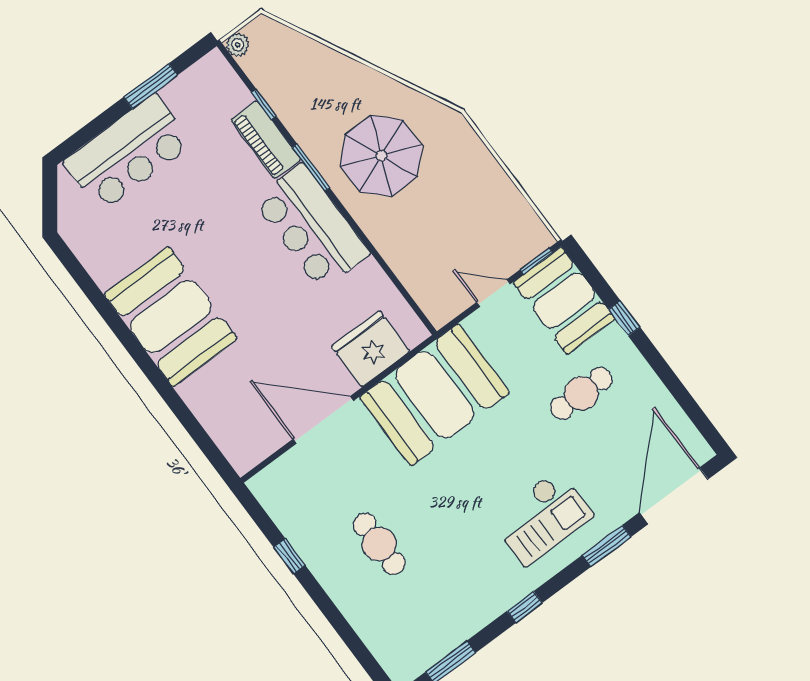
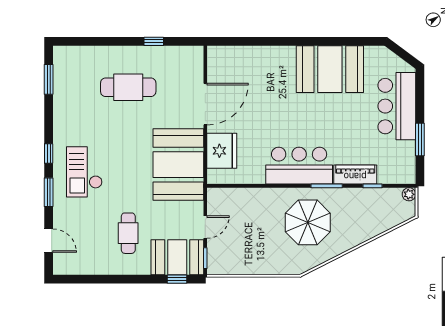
booth: (171, 317) -> (330, 69), moved
window: (624, 318) -> (177, 279), moved
door: (674, 496) -> (49, 241), width x0.53
cafe table: (379, 544) -> (128, 87), width x1.37, depth x1.35
window: (525, 607) -> (49, 153), moved

